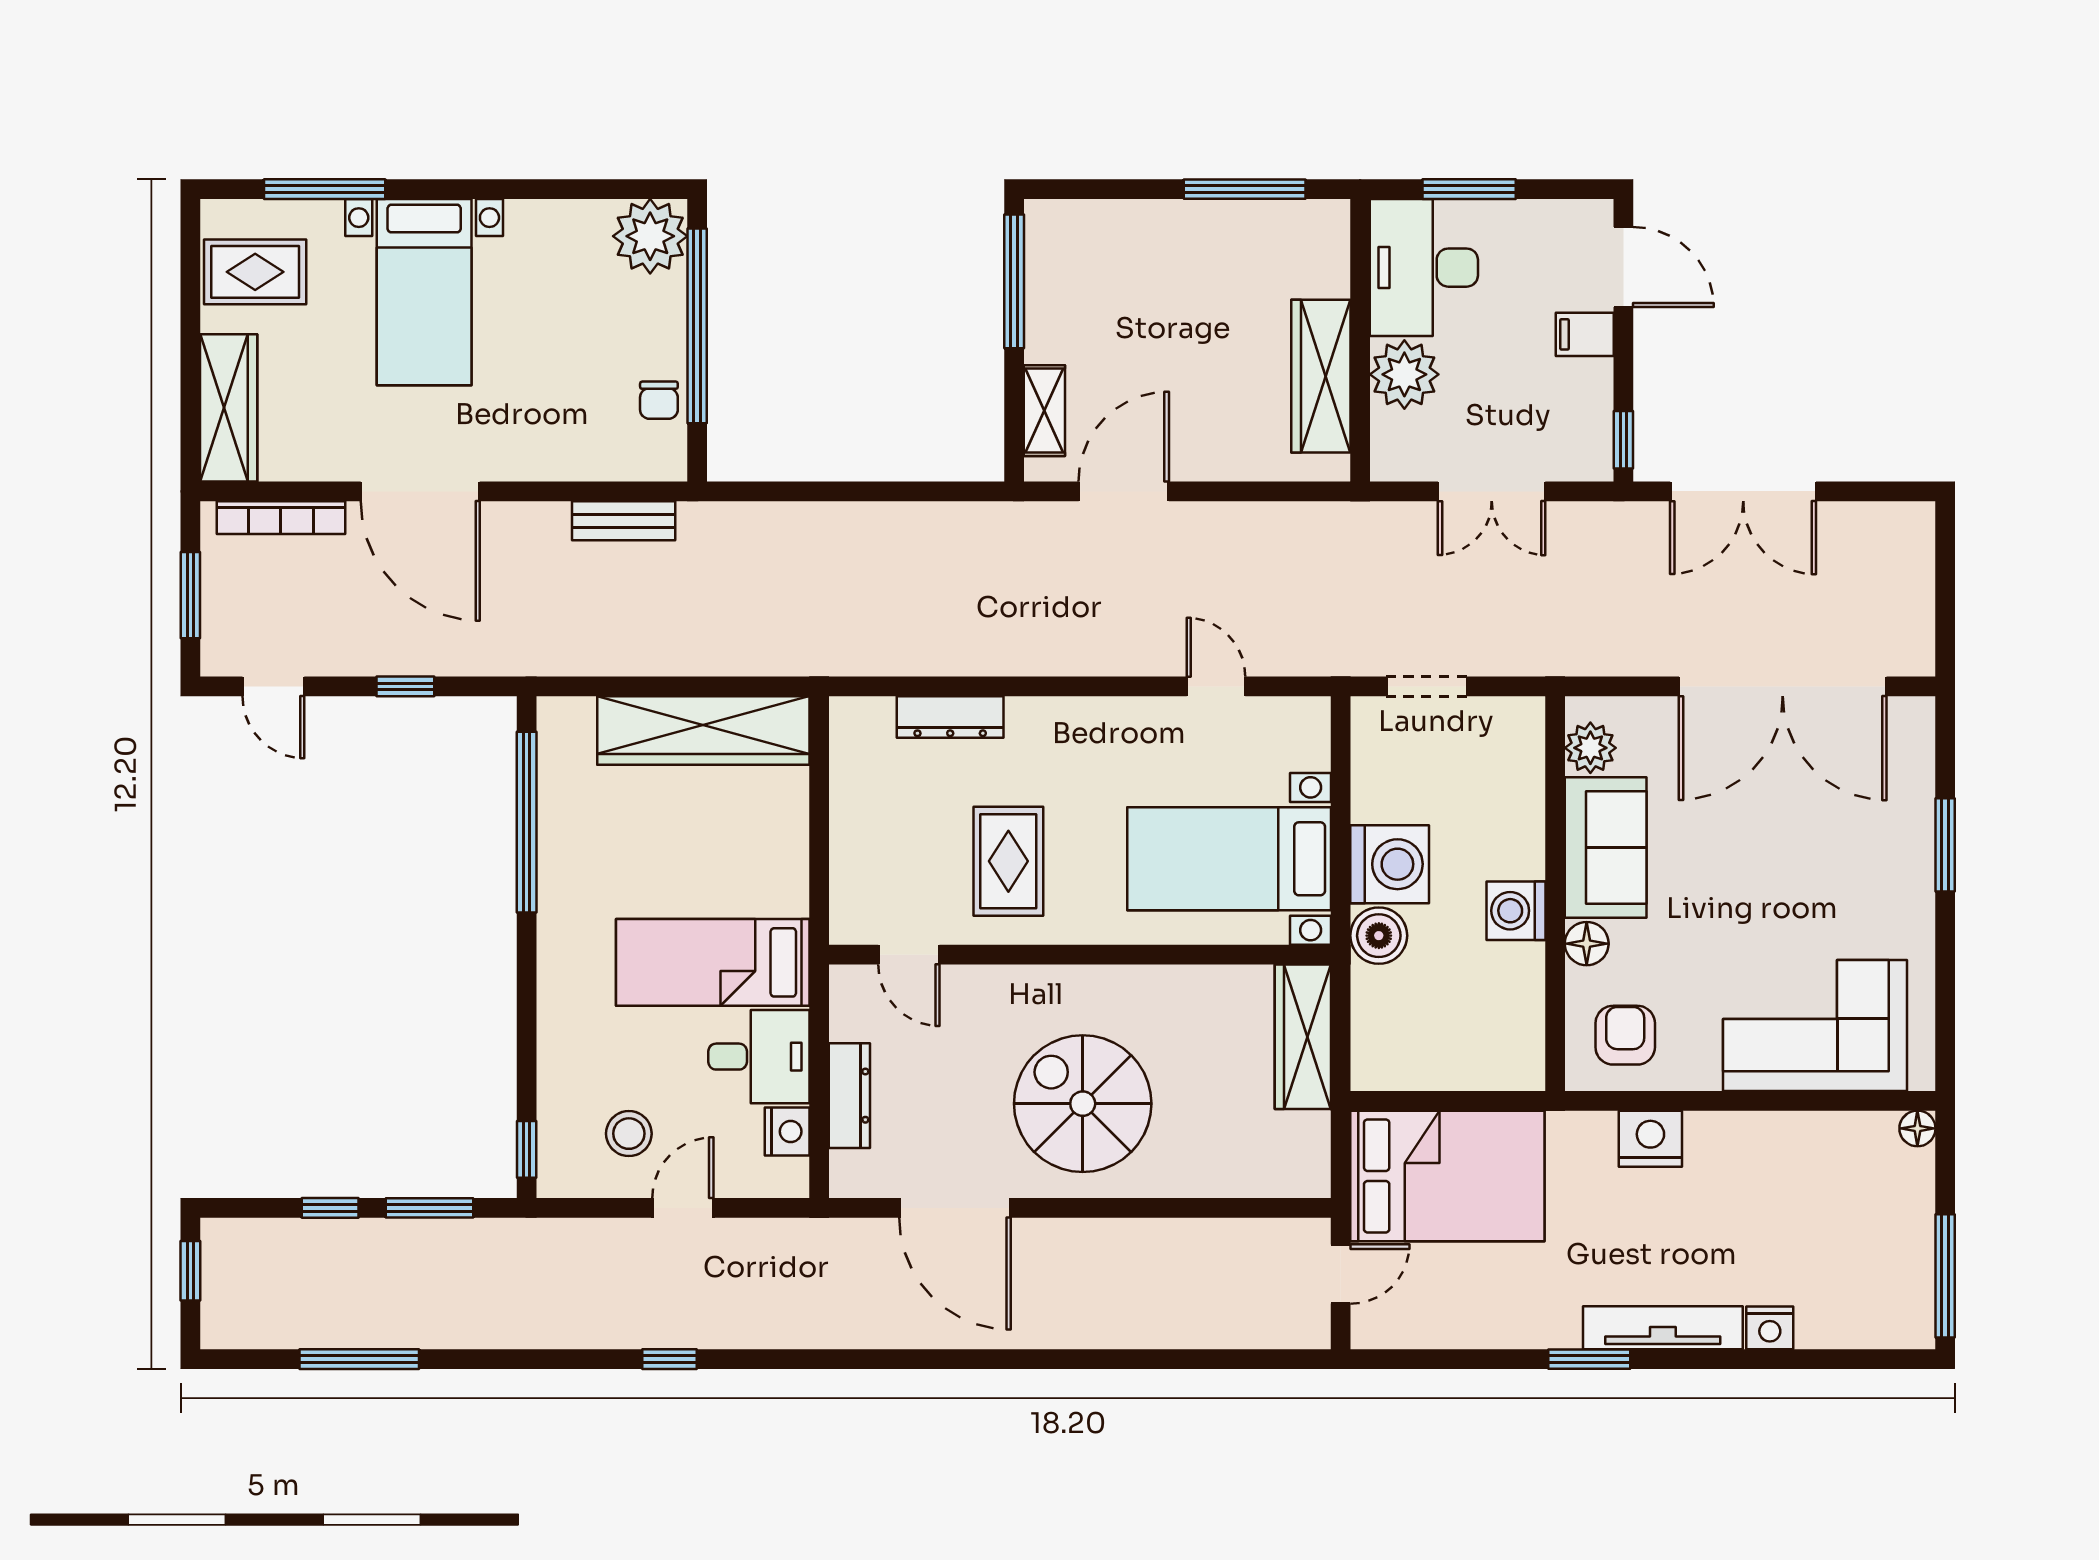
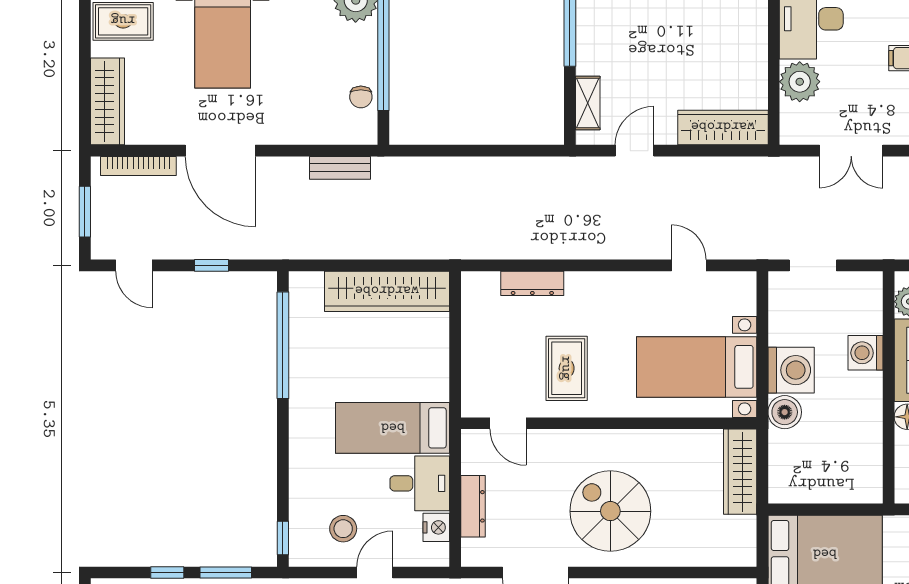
wardrobe: (1321, 376) -> (723, 127), moved, turned 90
door: (1124, 491) -> (635, 151), width x0.73
washing machine: (1516, 911) -> (866, 353), moved

